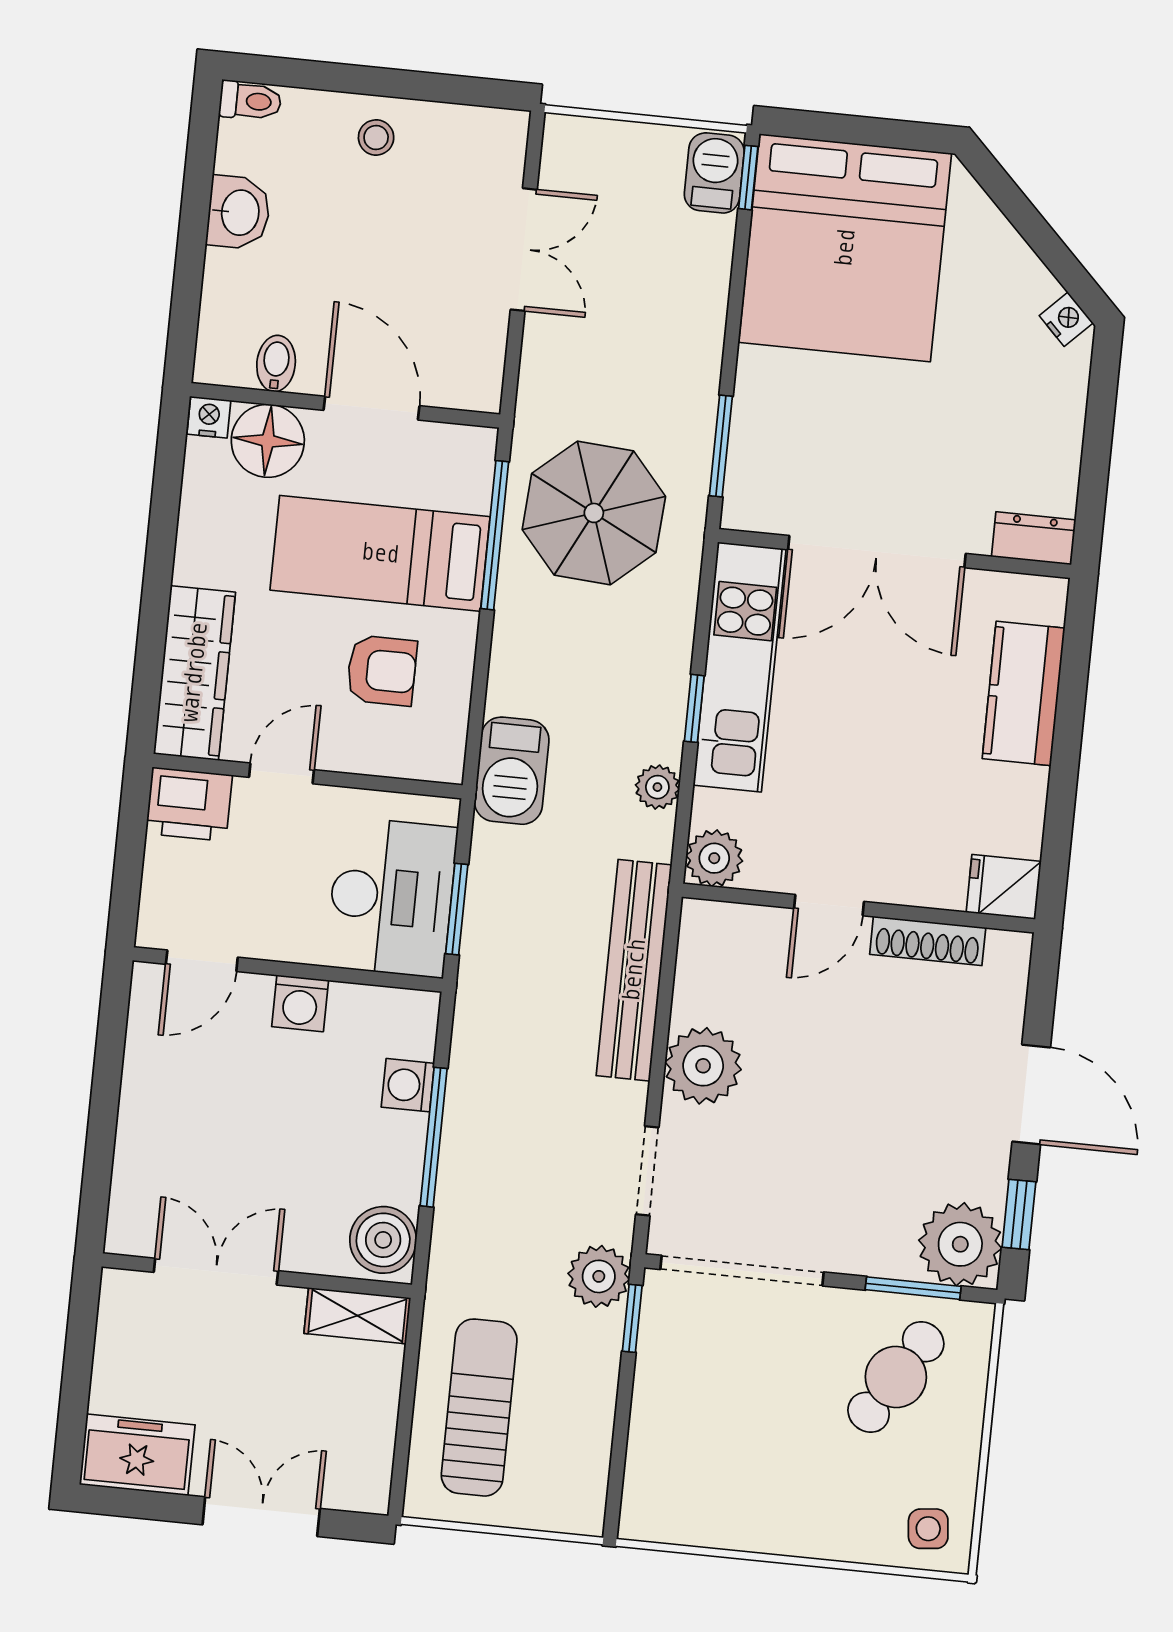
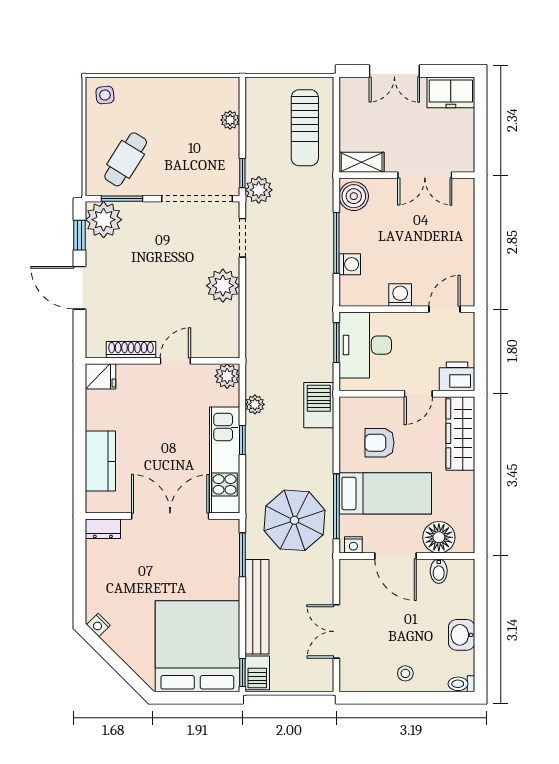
nightstand: (209, 417) -> (353, 545), moved
bench: (634, 970) -> (257, 607), moved
plant: (648, 1443) -> (230, 120), added

